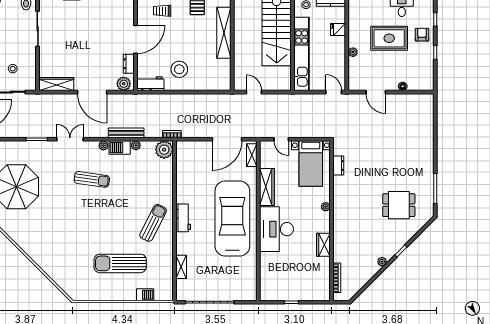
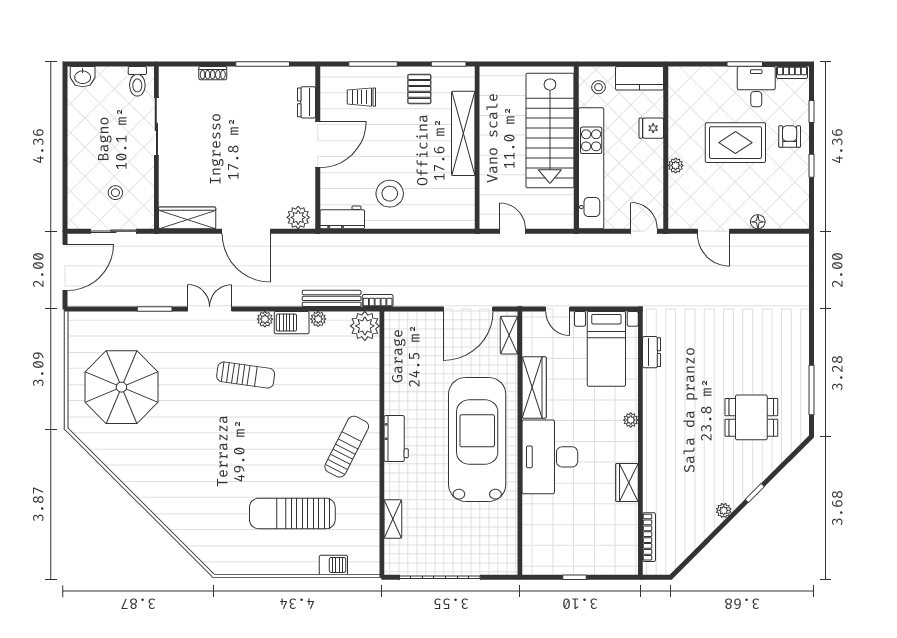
dresser: (129, 64) -> (307, 102), moved
bench: (126, 133) -> (332, 298), moved

